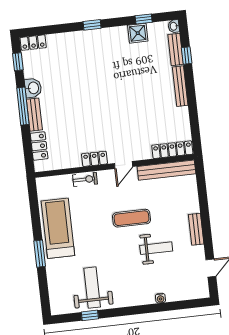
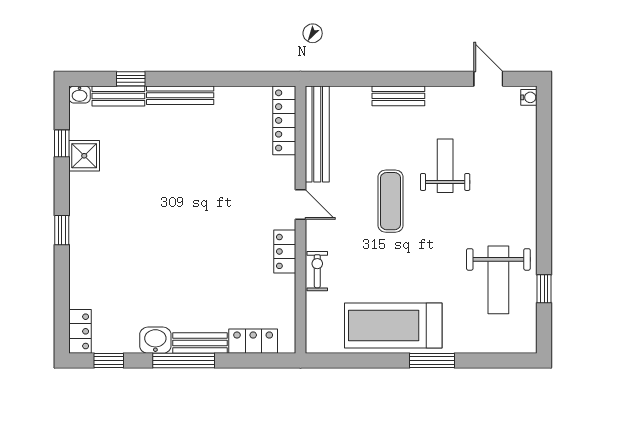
bench: (196, 229) -> (398, 96), moved
weight bench: (92, 288) -> (498, 280), turned -90
water cooler: (160, 298) -> (529, 97), moved

